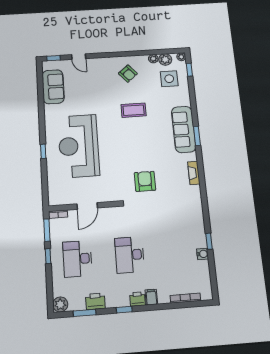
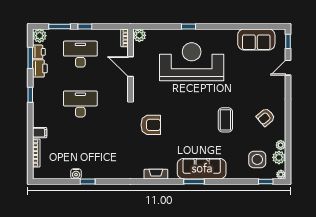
plant: (55, 199) -> (139, 35), added
window: (47, 230) -> (60, 26), moved
filing cabinet: (151, 297) -> (40, 133), moved
printer: (137, 299) -> (39, 52), moved

